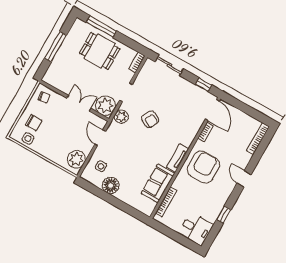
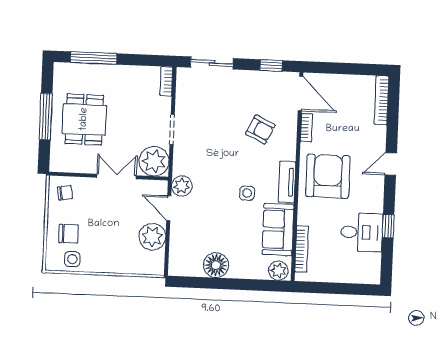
dining table: (100, 51) -> (84, 119), moved, turned 90
plant: (121, 117) -> (182, 186), moved
armchair: (150, 119) -> (260, 129), moved
plant: (76, 159) -> (152, 237), moved
side table: (101, 166) -> (247, 193), moved
door: (244, 179) -> (391, 164), hinge flipped
plant: (146, 208) -> (278, 271), added
desk: (196, 229) -> (362, 232), moved

